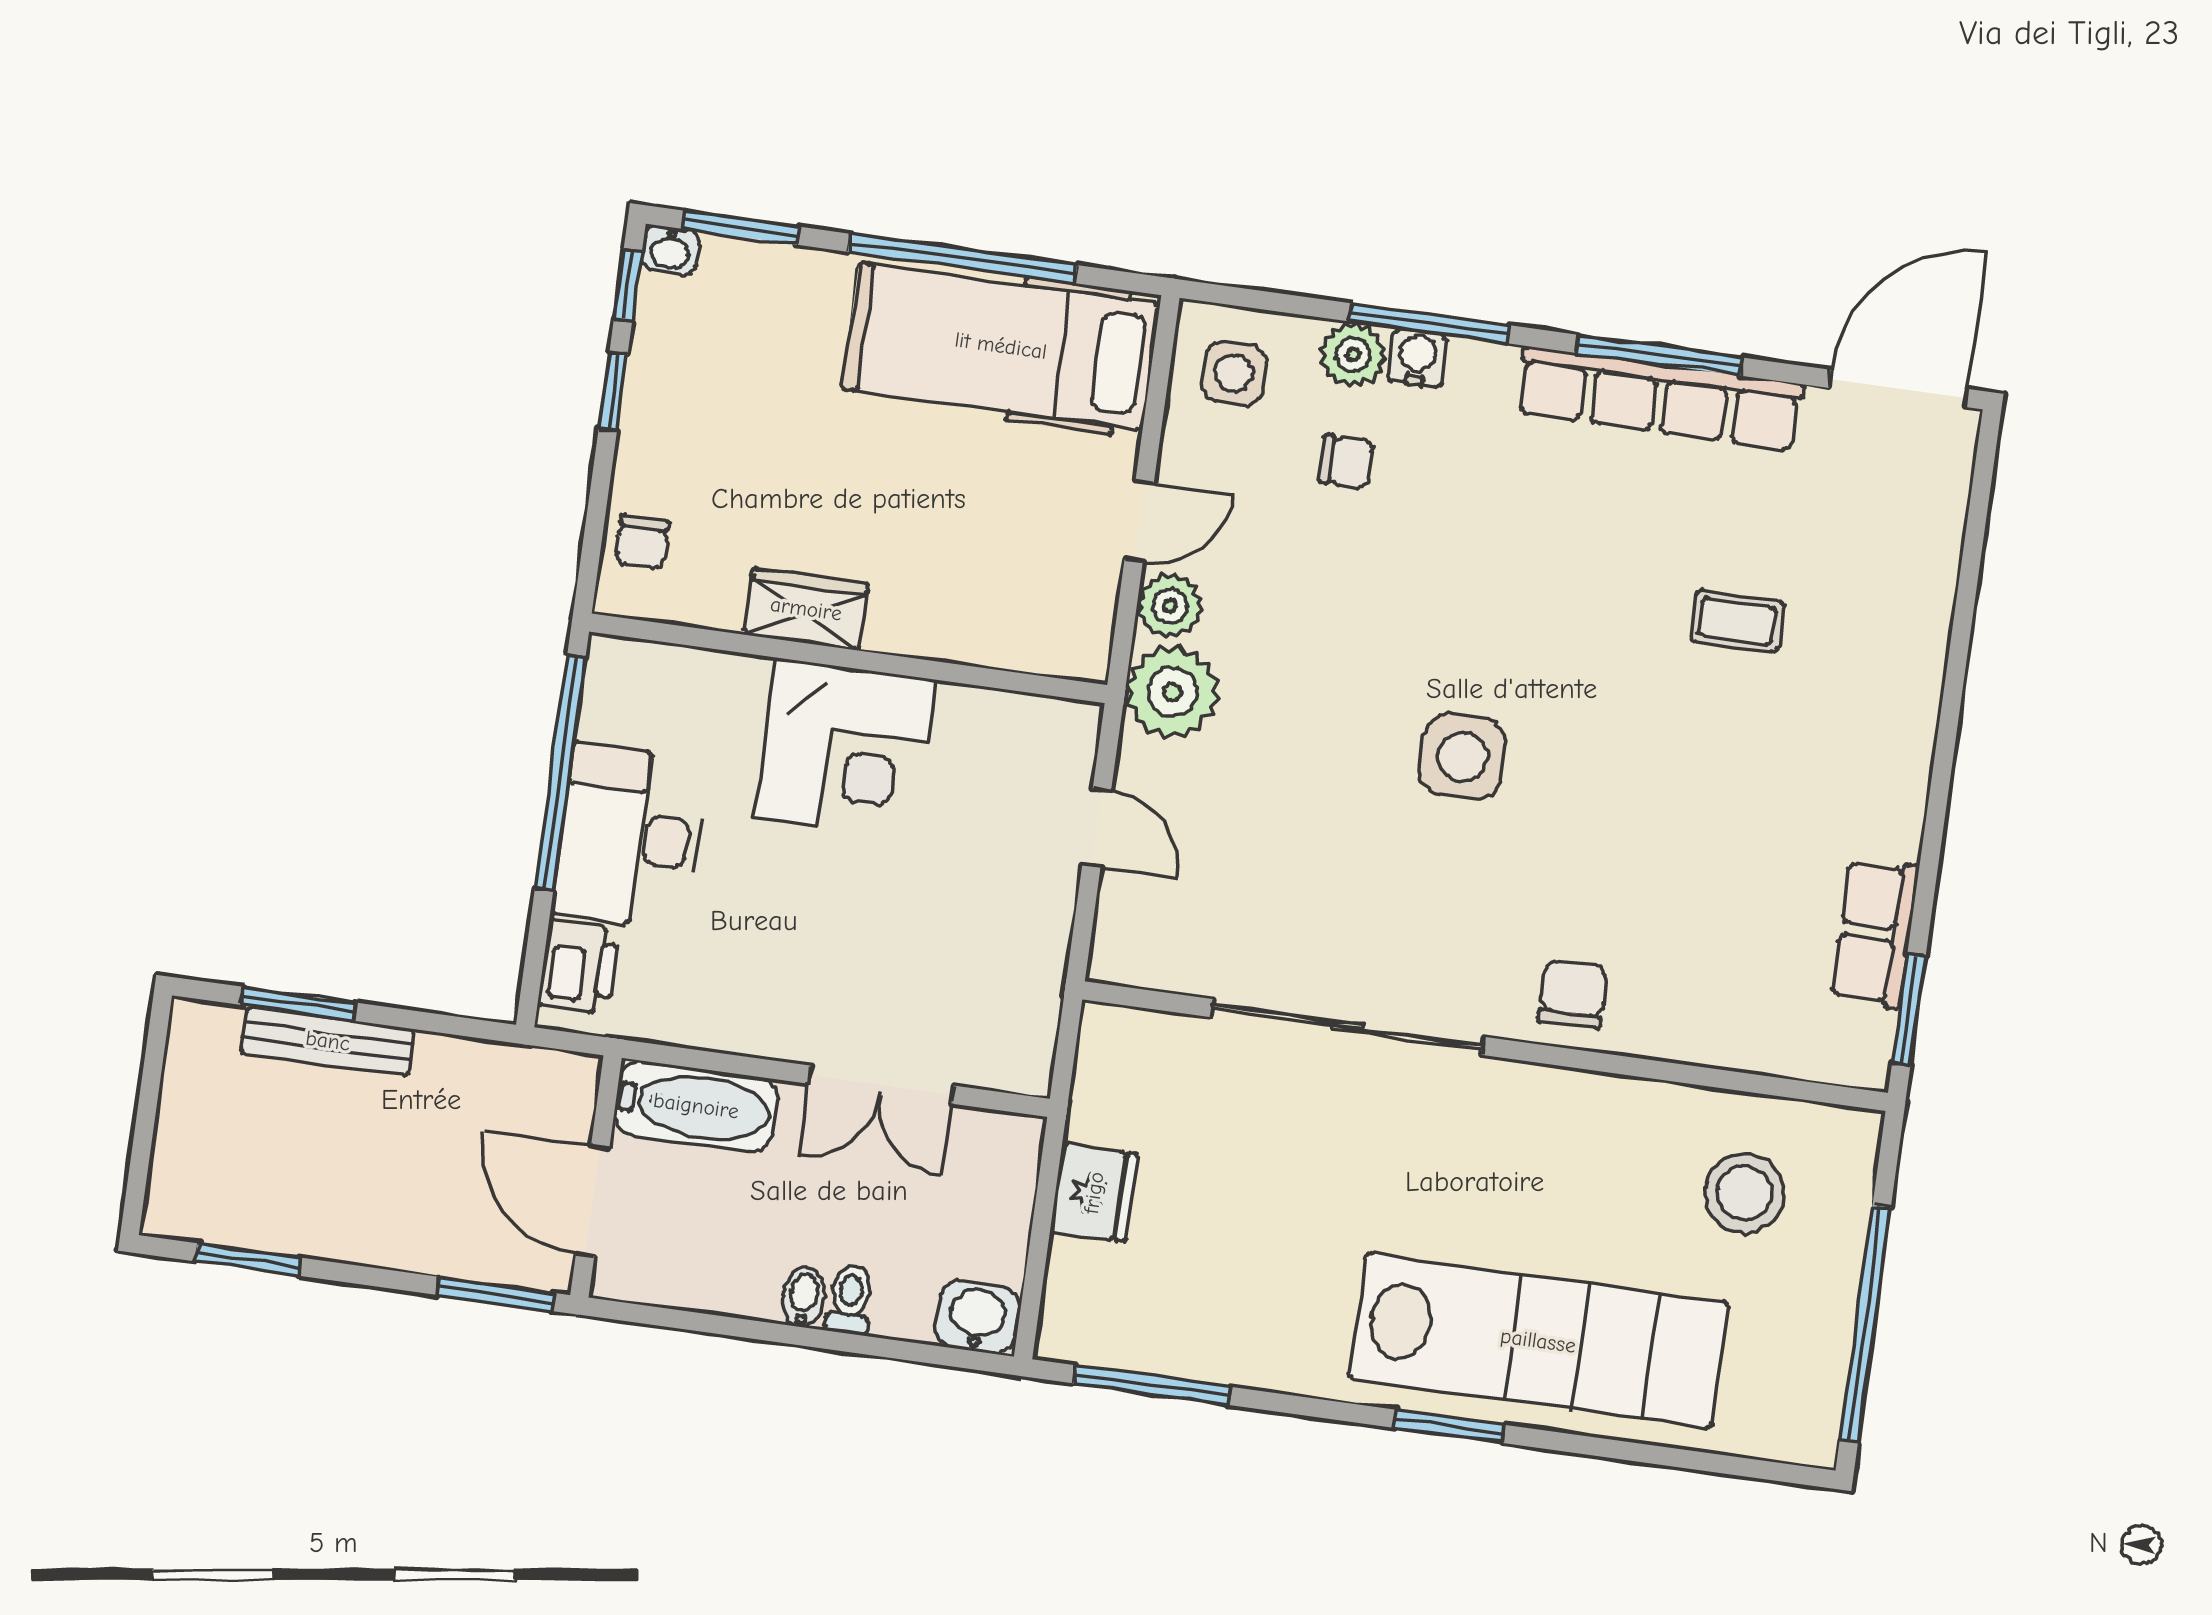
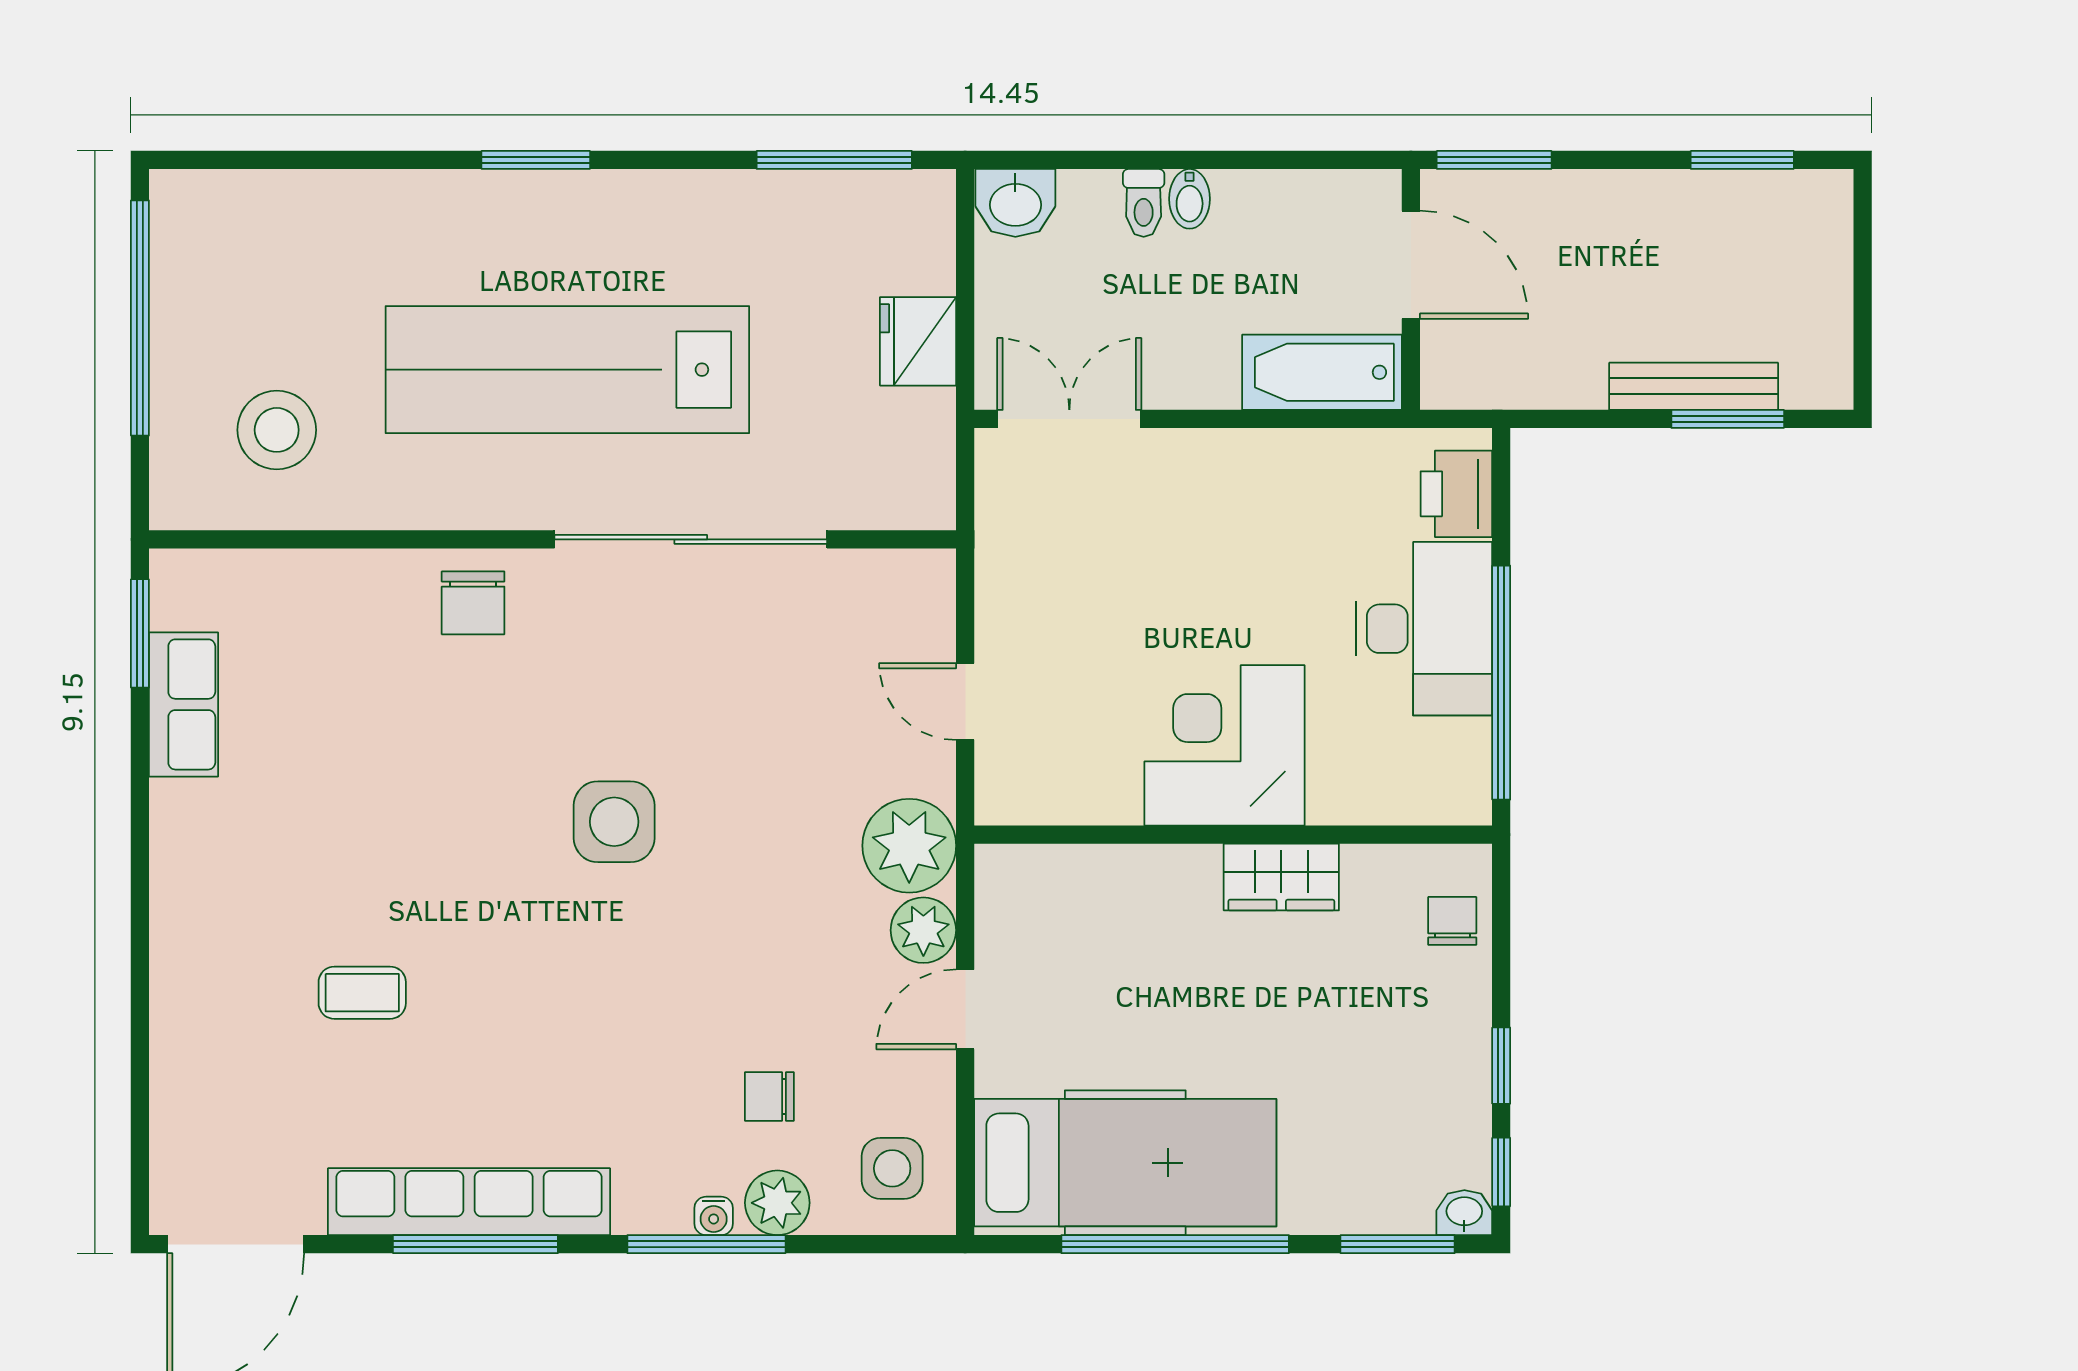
water cooler: (1417, 358) -> (714, 1216), width x0.72, depth x0.72
double door: (881, 1085) -> (1069, 419), moved
lab bench: (1538, 1341) -> (567, 370), moved

